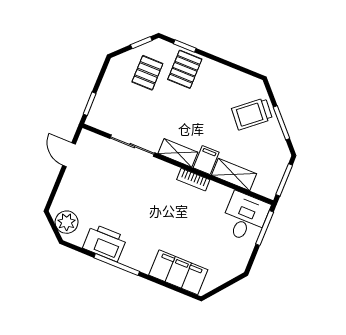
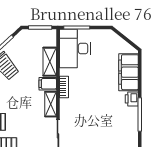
desk: (245, 217) -> (75, 48), width x1.37
printer: (105, 243) -> (132, 99), moved, width x0.53, depth x0.68

